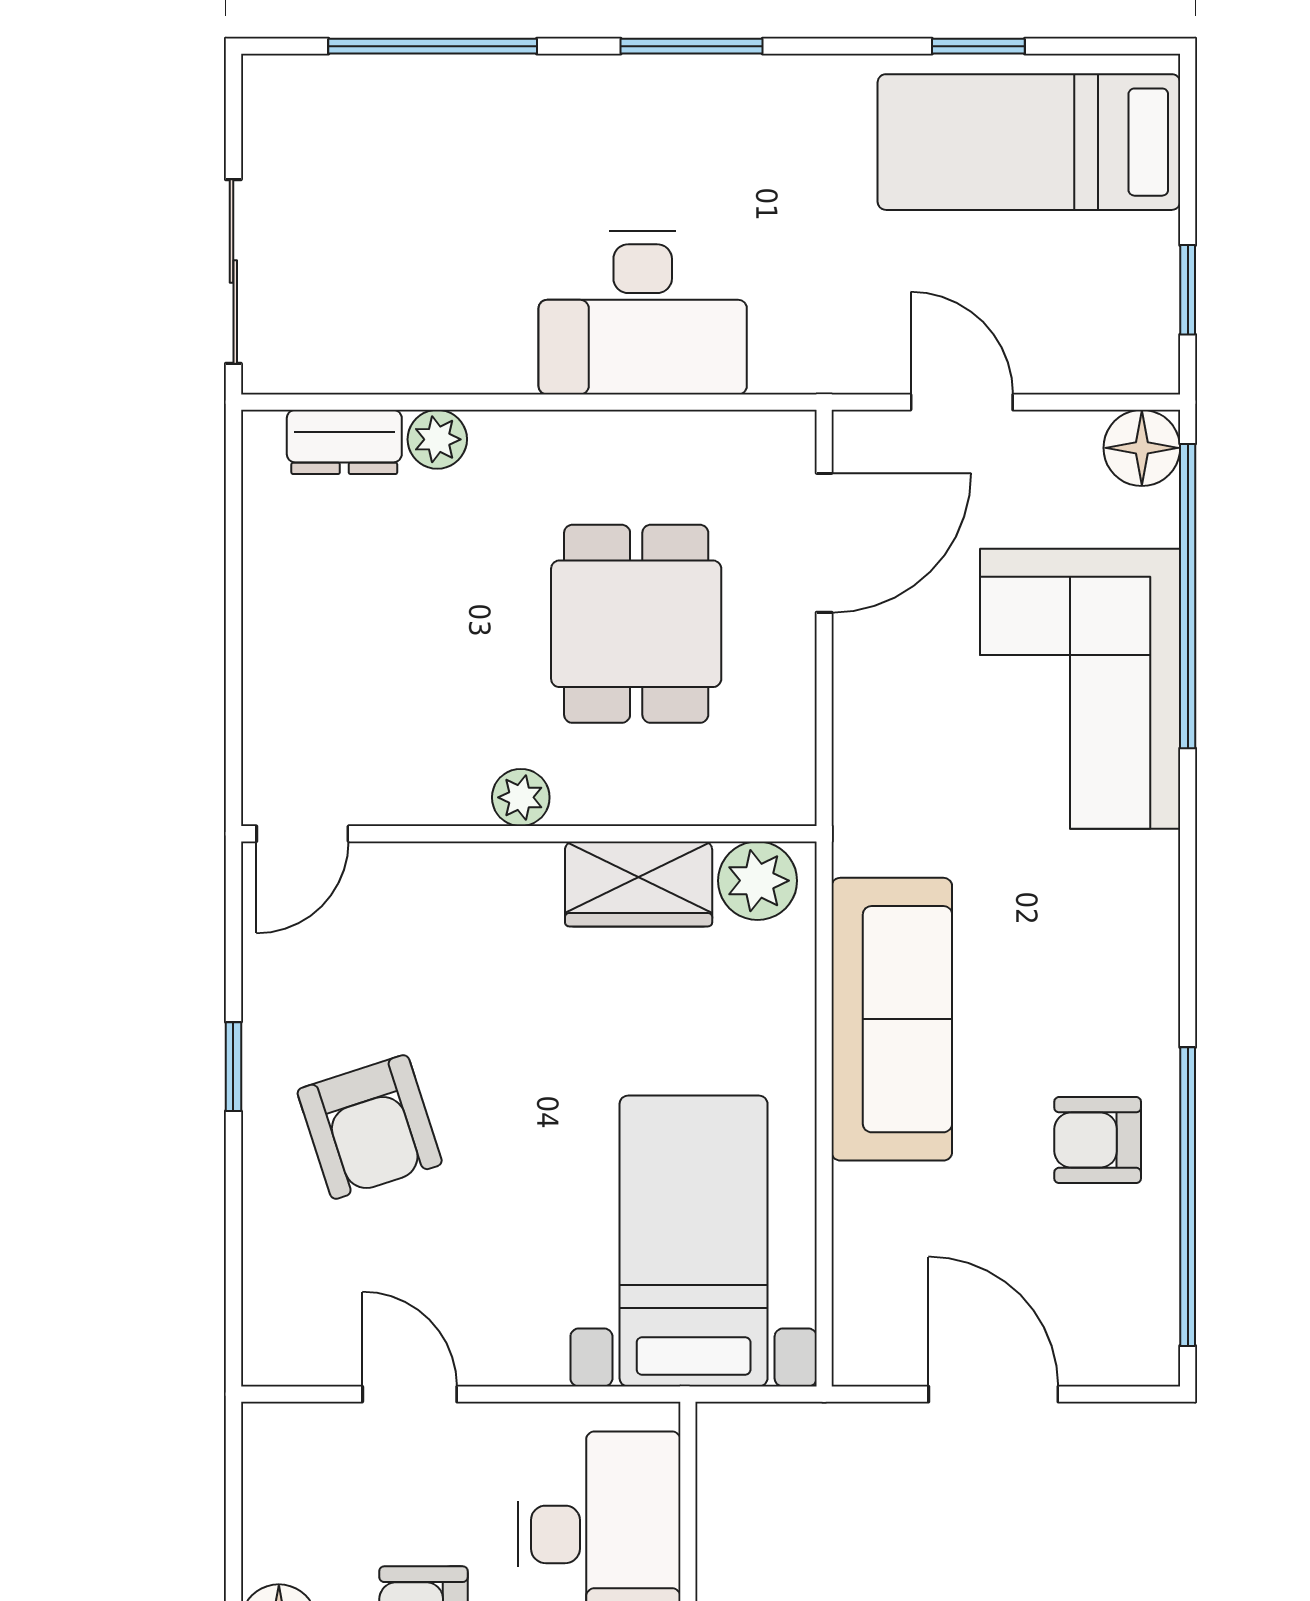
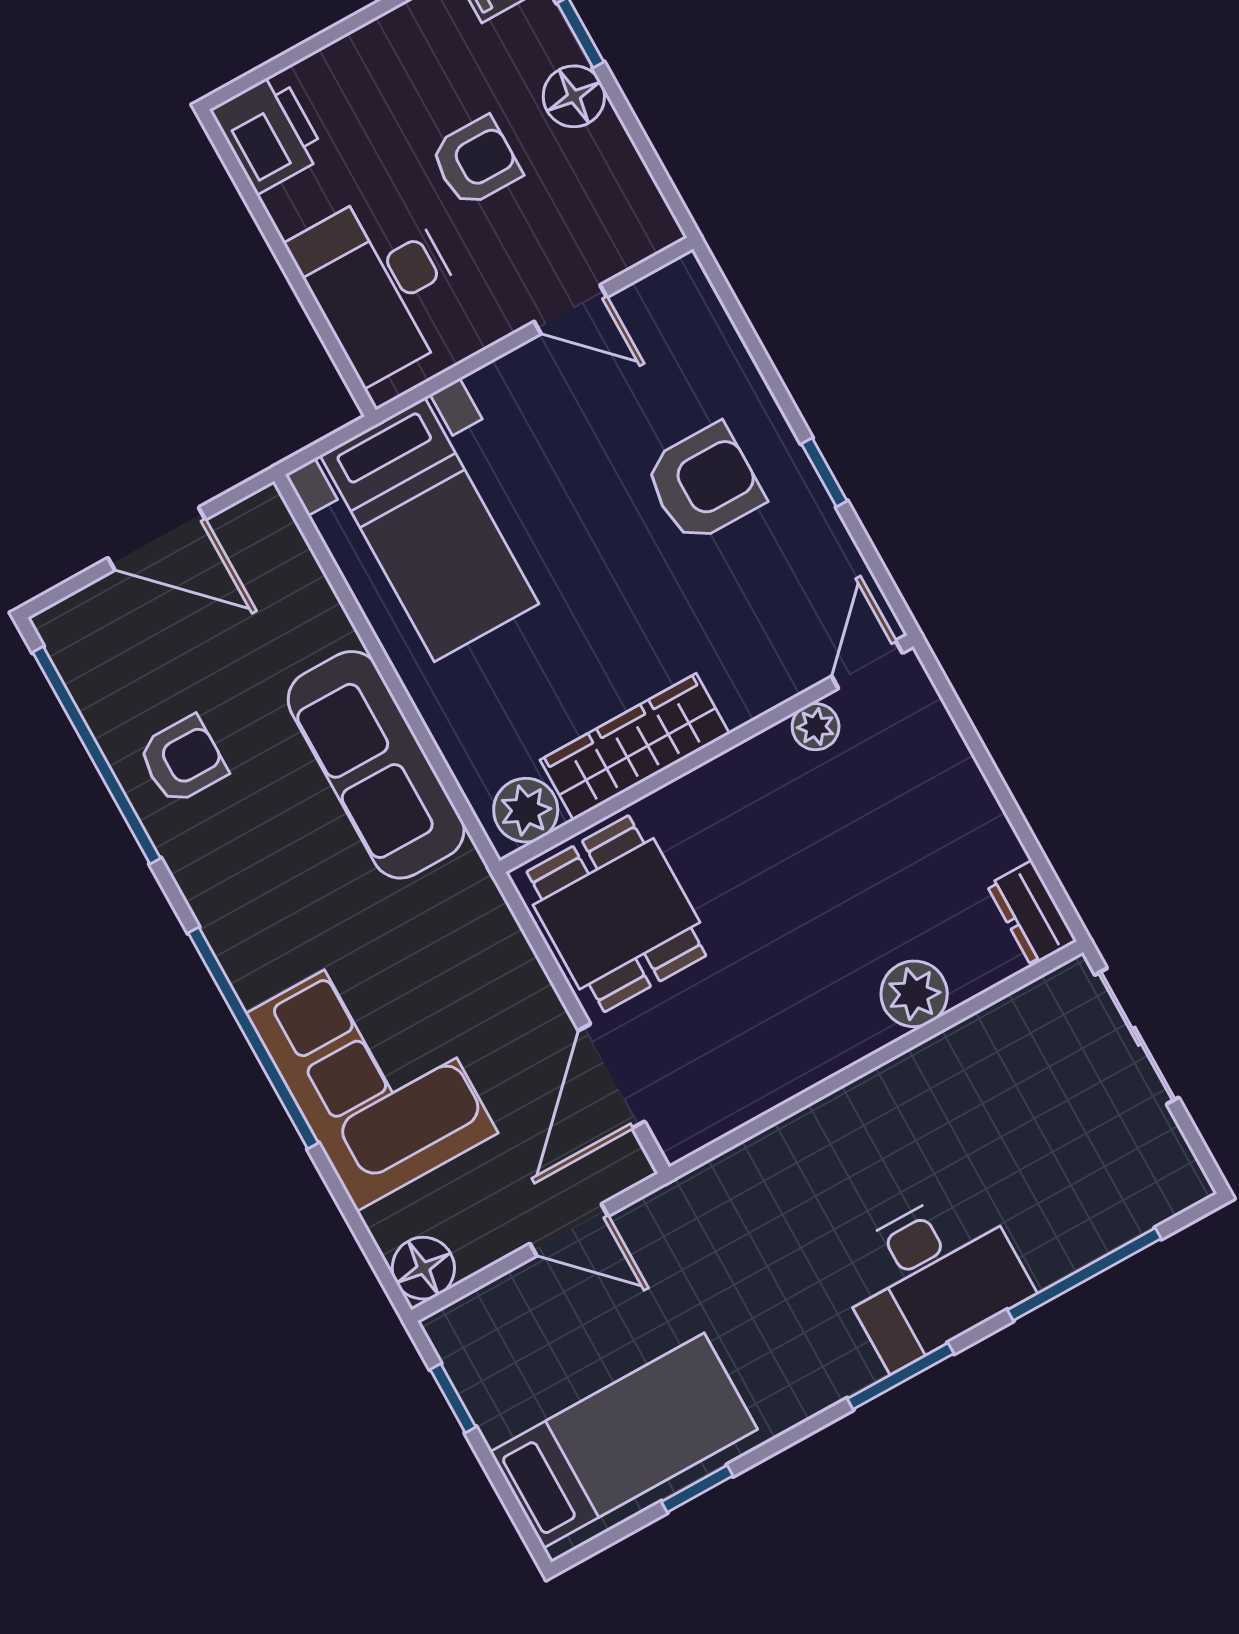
desk: (643, 313) -> (932, 1276), moved, turned 180
plant: (437, 439) -> (914, 994), width x1.38, depth x1.38
dresser: (344, 442) -> (1032, 913), moved, turned -90
window: (1188, 596) -> (253, 1038), moved
dining table: (636, 624) -> (616, 914), moved
plant: (521, 797) -> (816, 727), moved
wardrobe: (639, 884) -> (635, 747), width x1.50
armchair: (370, 1127) -> (704, 483), turned 108

